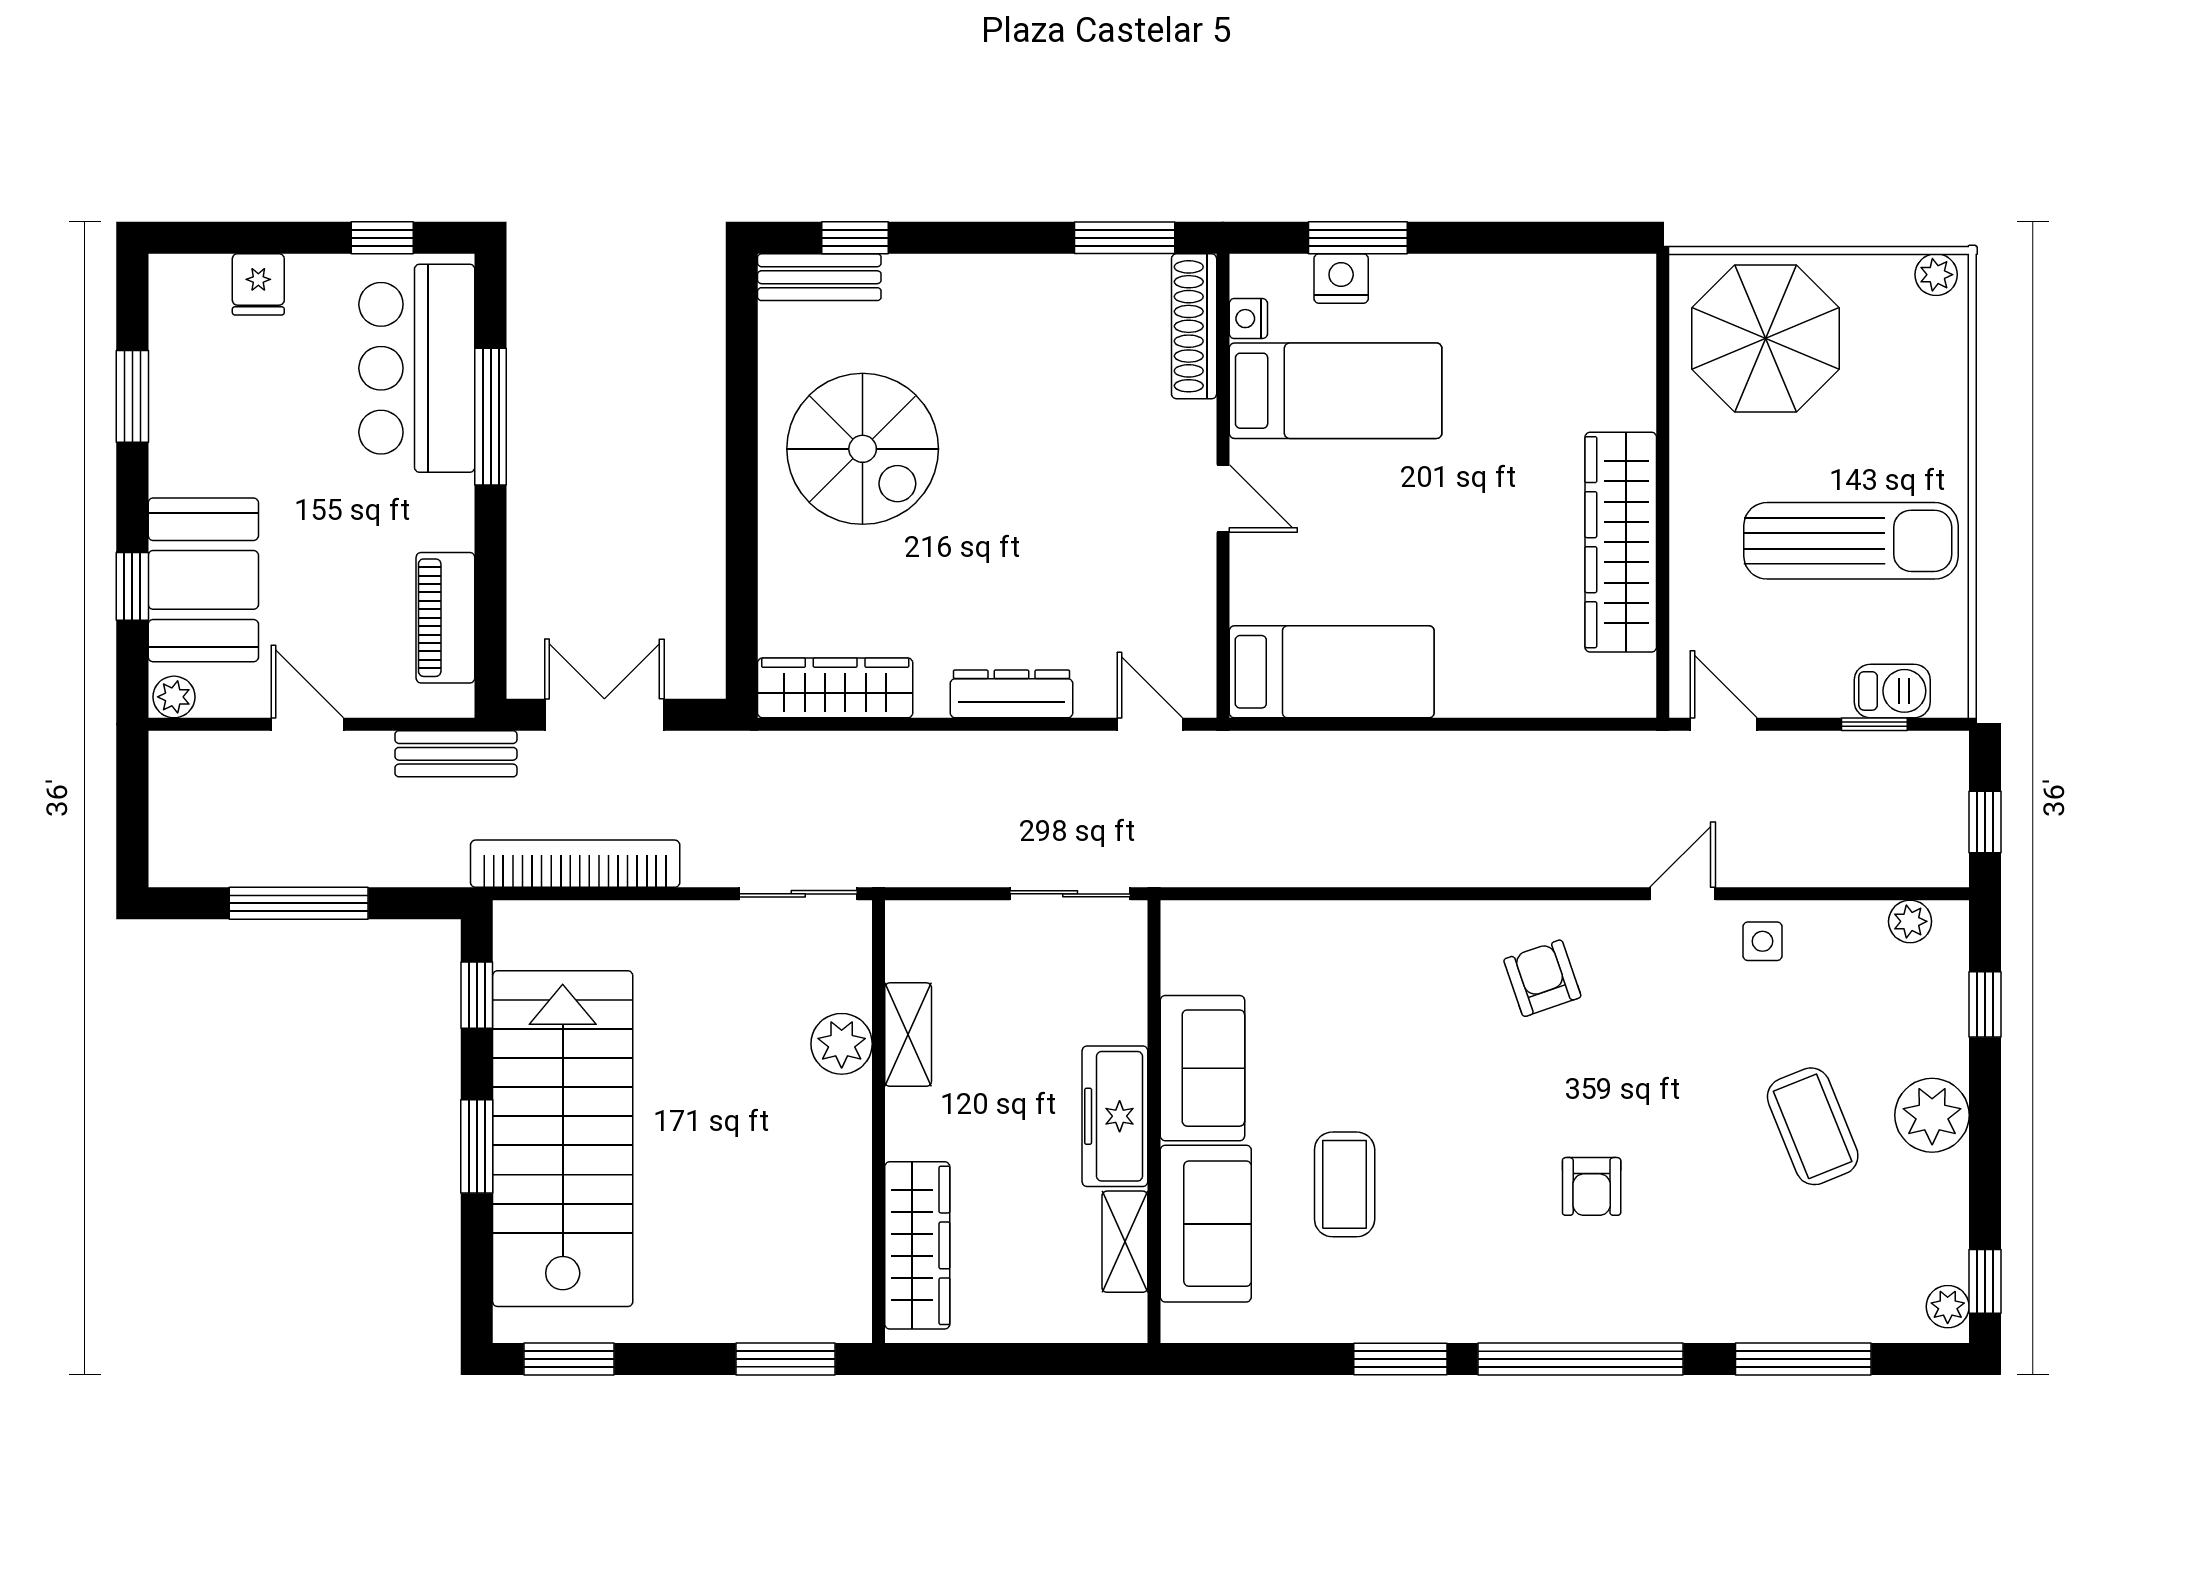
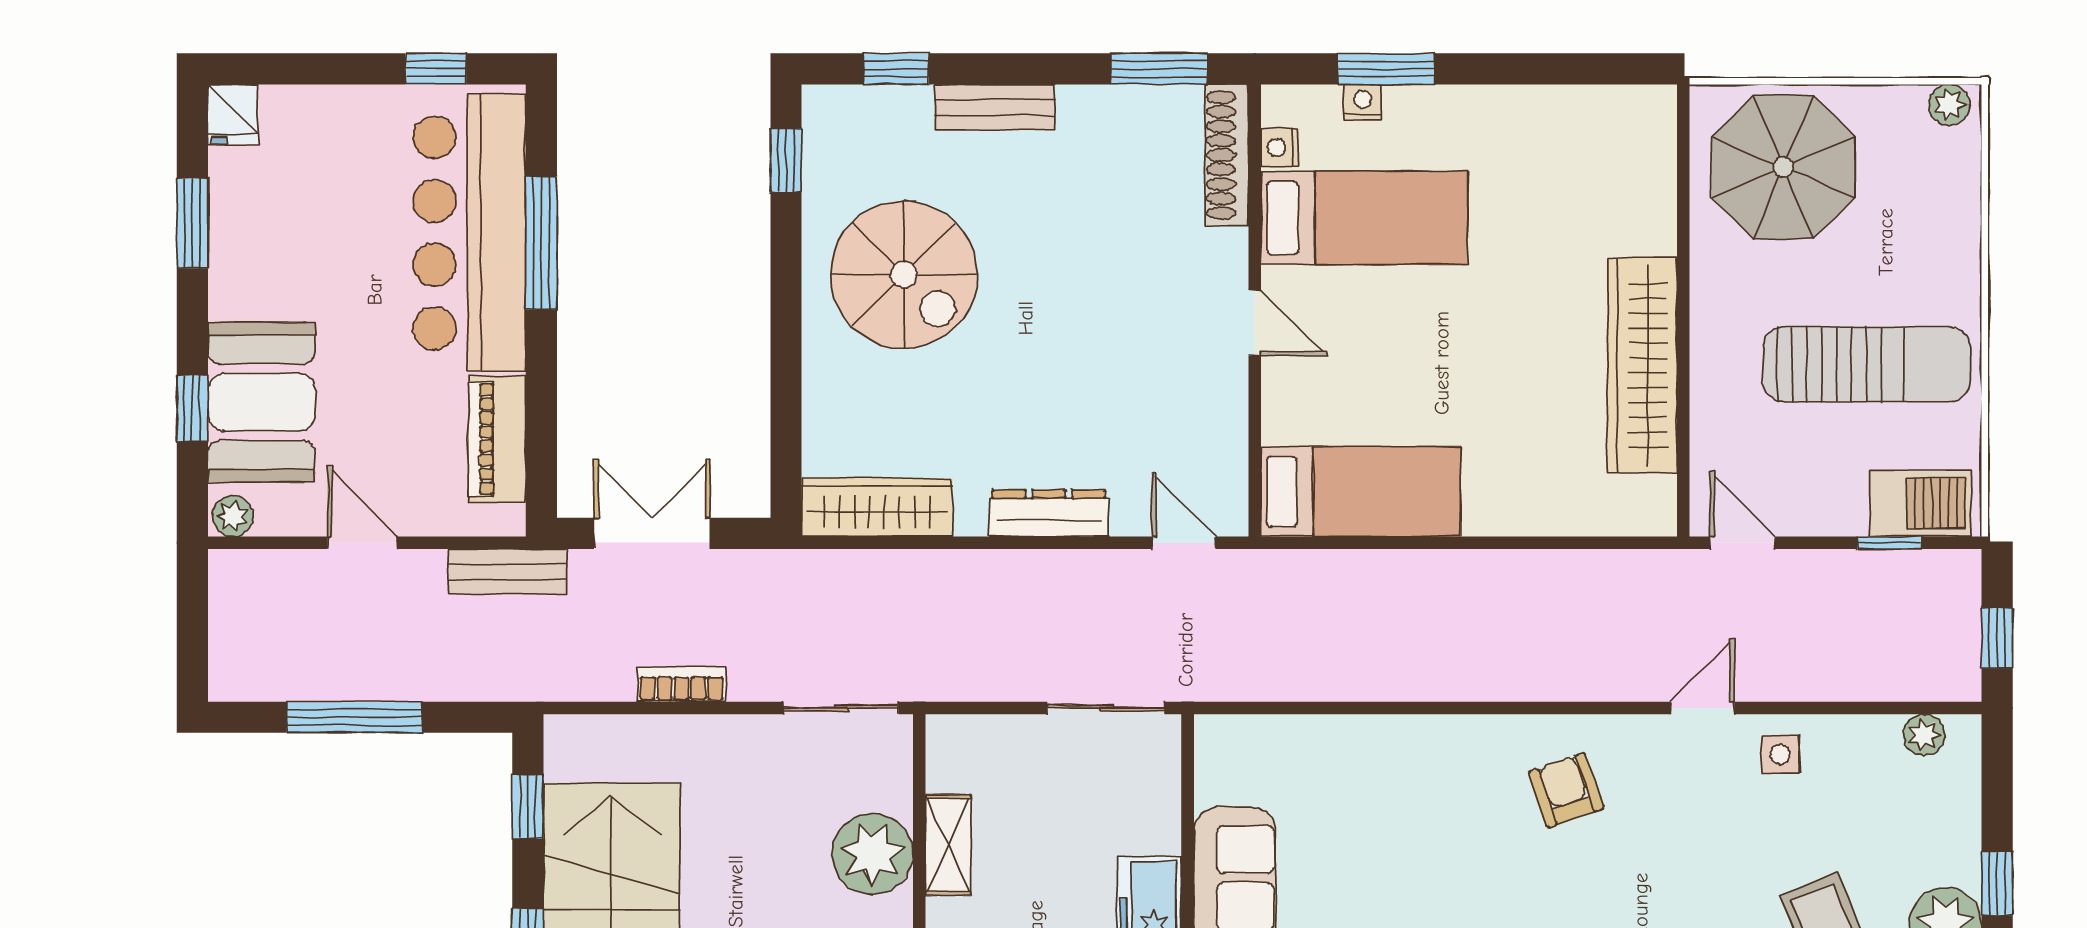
bench: (819, 277) -> (995, 107), moved
nightstand: (1341, 279) -> (1363, 102), width x0.72, depth x0.74
fridge: (258, 284) -> (233, 114), moved
window: (742, 332) -> (786, 160), added
bar counter: (417, 368) -> (469, 233), width x1.36
barbecue: (1892, 691) -> (1921, 503), width x1.38, depth x1.27
bookcase: (575, 864) -> (681, 684), width x0.43, depth x0.76
window: (1985, 1004) -> (1997, 883), moved
plant: (842, 1044) -> (872, 854), width x1.36, depth x1.36

